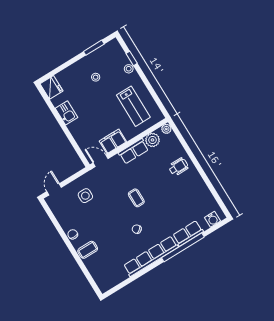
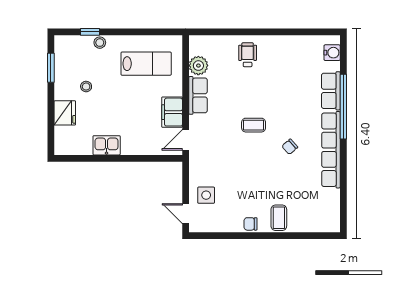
fridge: (51, 87) -> (65, 113), moved, turned 90
plant: (166, 129) -> (195, 42), removed
side table: (85, 196) -> (206, 195), moved

